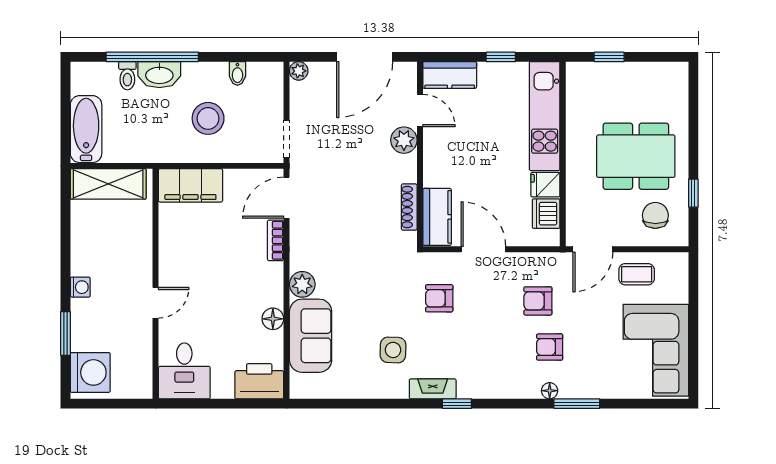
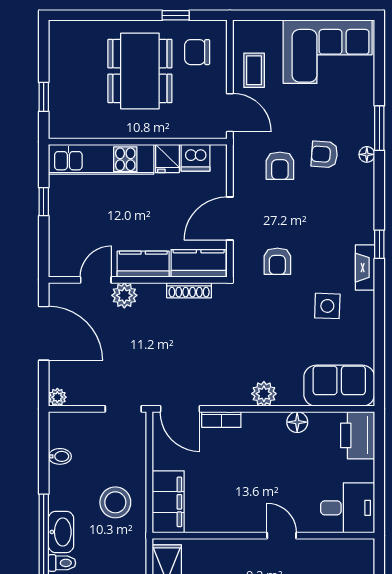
kitchen counter: (450, 75) -> (143, 264), moved, turned -90
stool: (208, 118) -> (115, 502), moved
sofa: (311, 336) -> (339, 386), moved
armchair: (550, 347) -> (324, 154), turned 94

